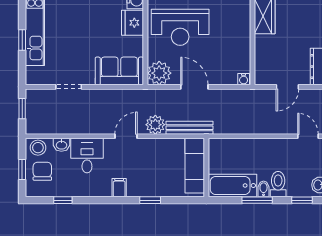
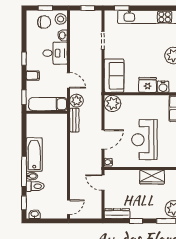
reception desk: (180, 27) -> (144, 140), moved
window: (22, 40) -> (122, 8), moved
door: (194, 87) -> (103, 139), moved
door: (287, 87) -> (103, 183), moved
bench: (190, 128) -> (74, 120), width x0.73
exam couch: (195, 166) -> (48, 104), moved
wall: (206, 168) -> (47, 112), moved
window: (63, 200) -> (24, 59), moved
window: (257, 200) -> (24, 172), width x1.44

